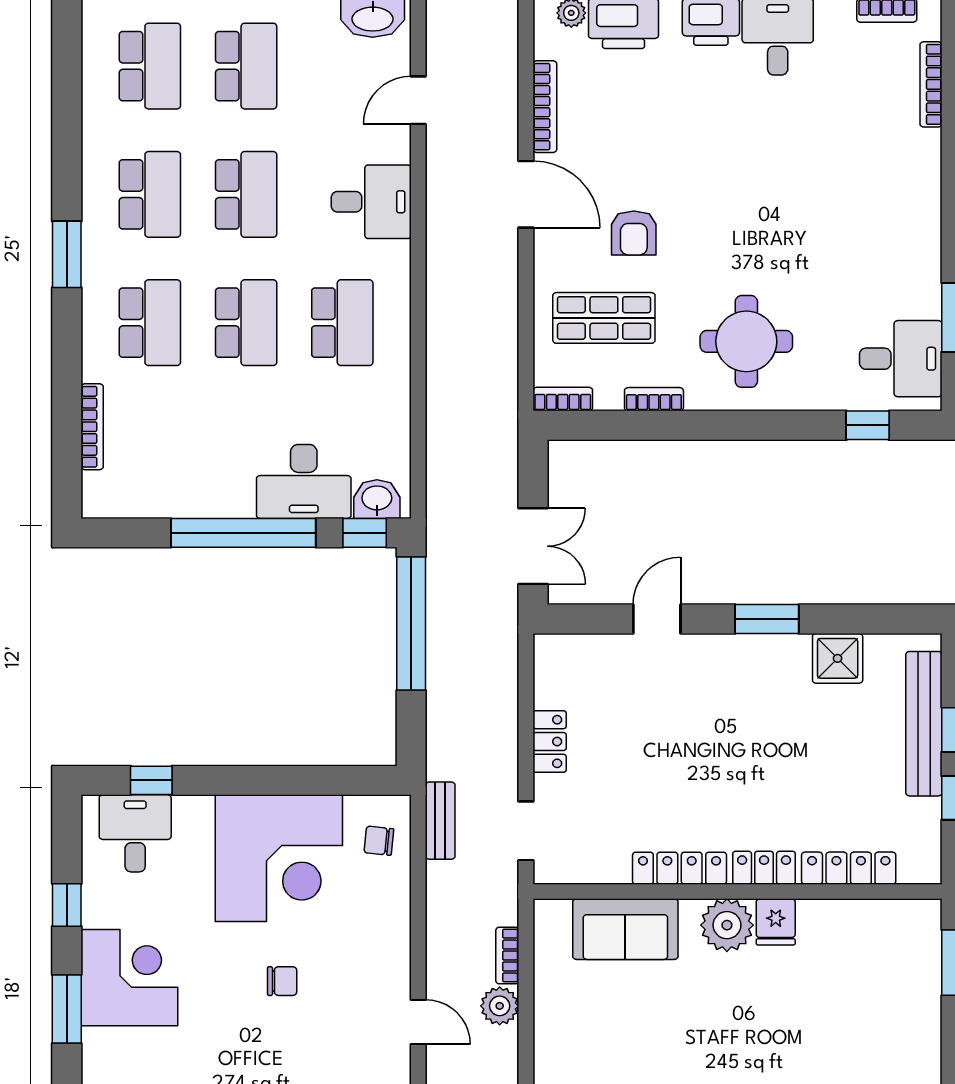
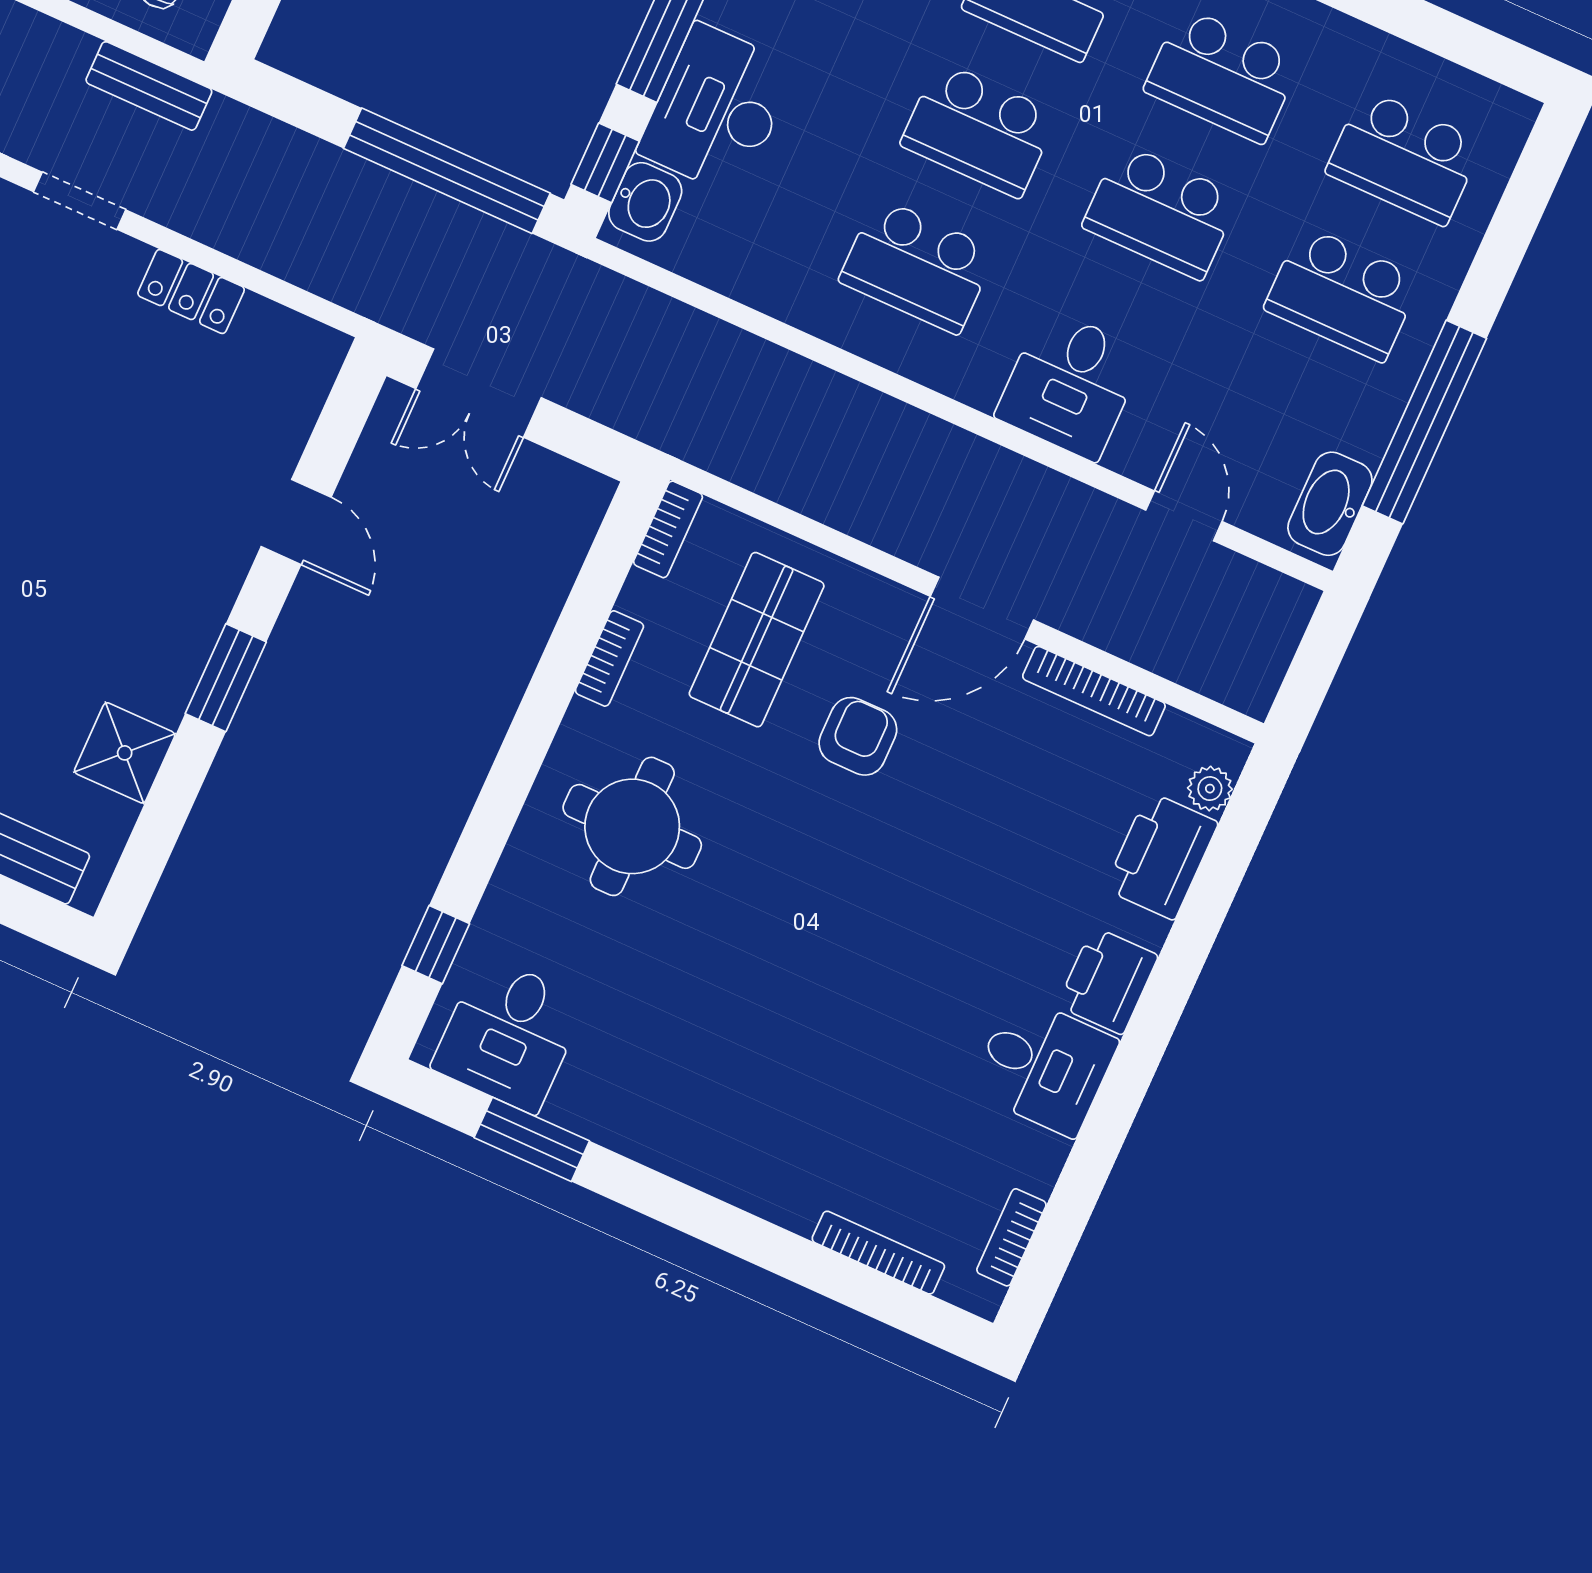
armchair: (634, 233) -> (858, 736), turned 90

